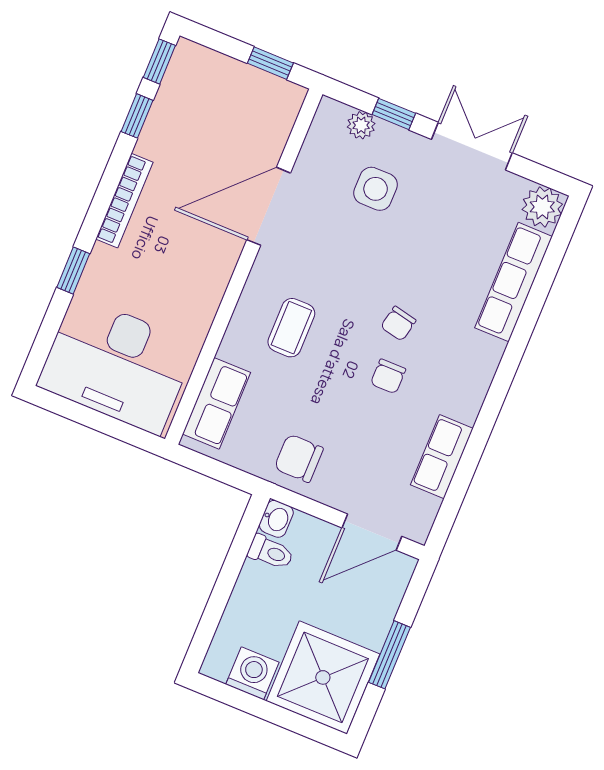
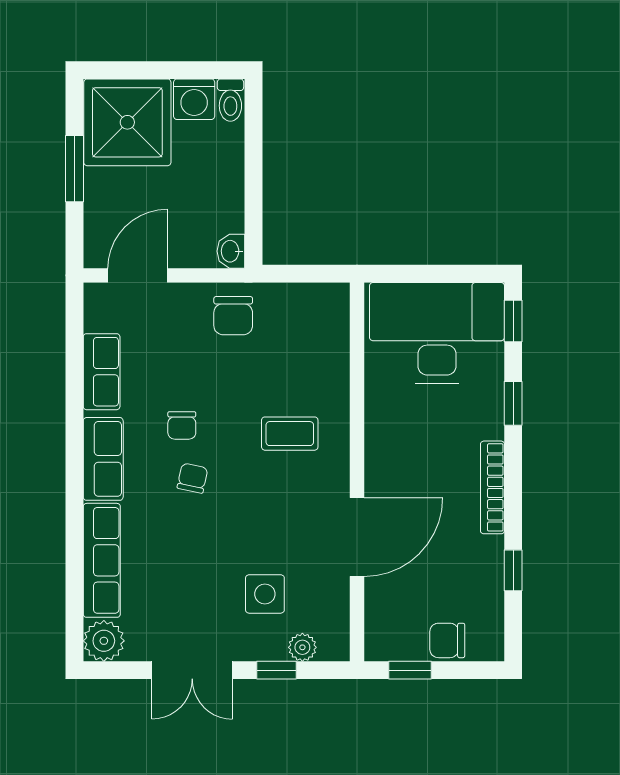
window: (159, 61) -> (513, 321), moved
chair: (225, 76) -> (447, 640), added
coffee table: (291, 328) -> (290, 434), turned 90
chair: (388, 376) -> (182, 425), turned 180
row of seats: (217, 403) -> (103, 459), moved, turned 180
chair: (299, 458) -> (233, 316), turned 90
toilet: (271, 552) -> (230, 100), moved, turned -90

